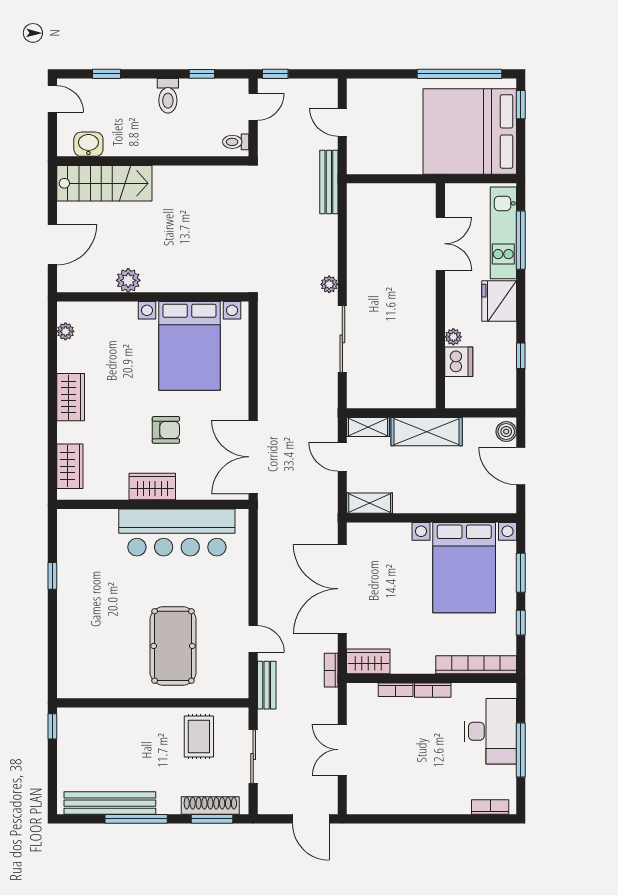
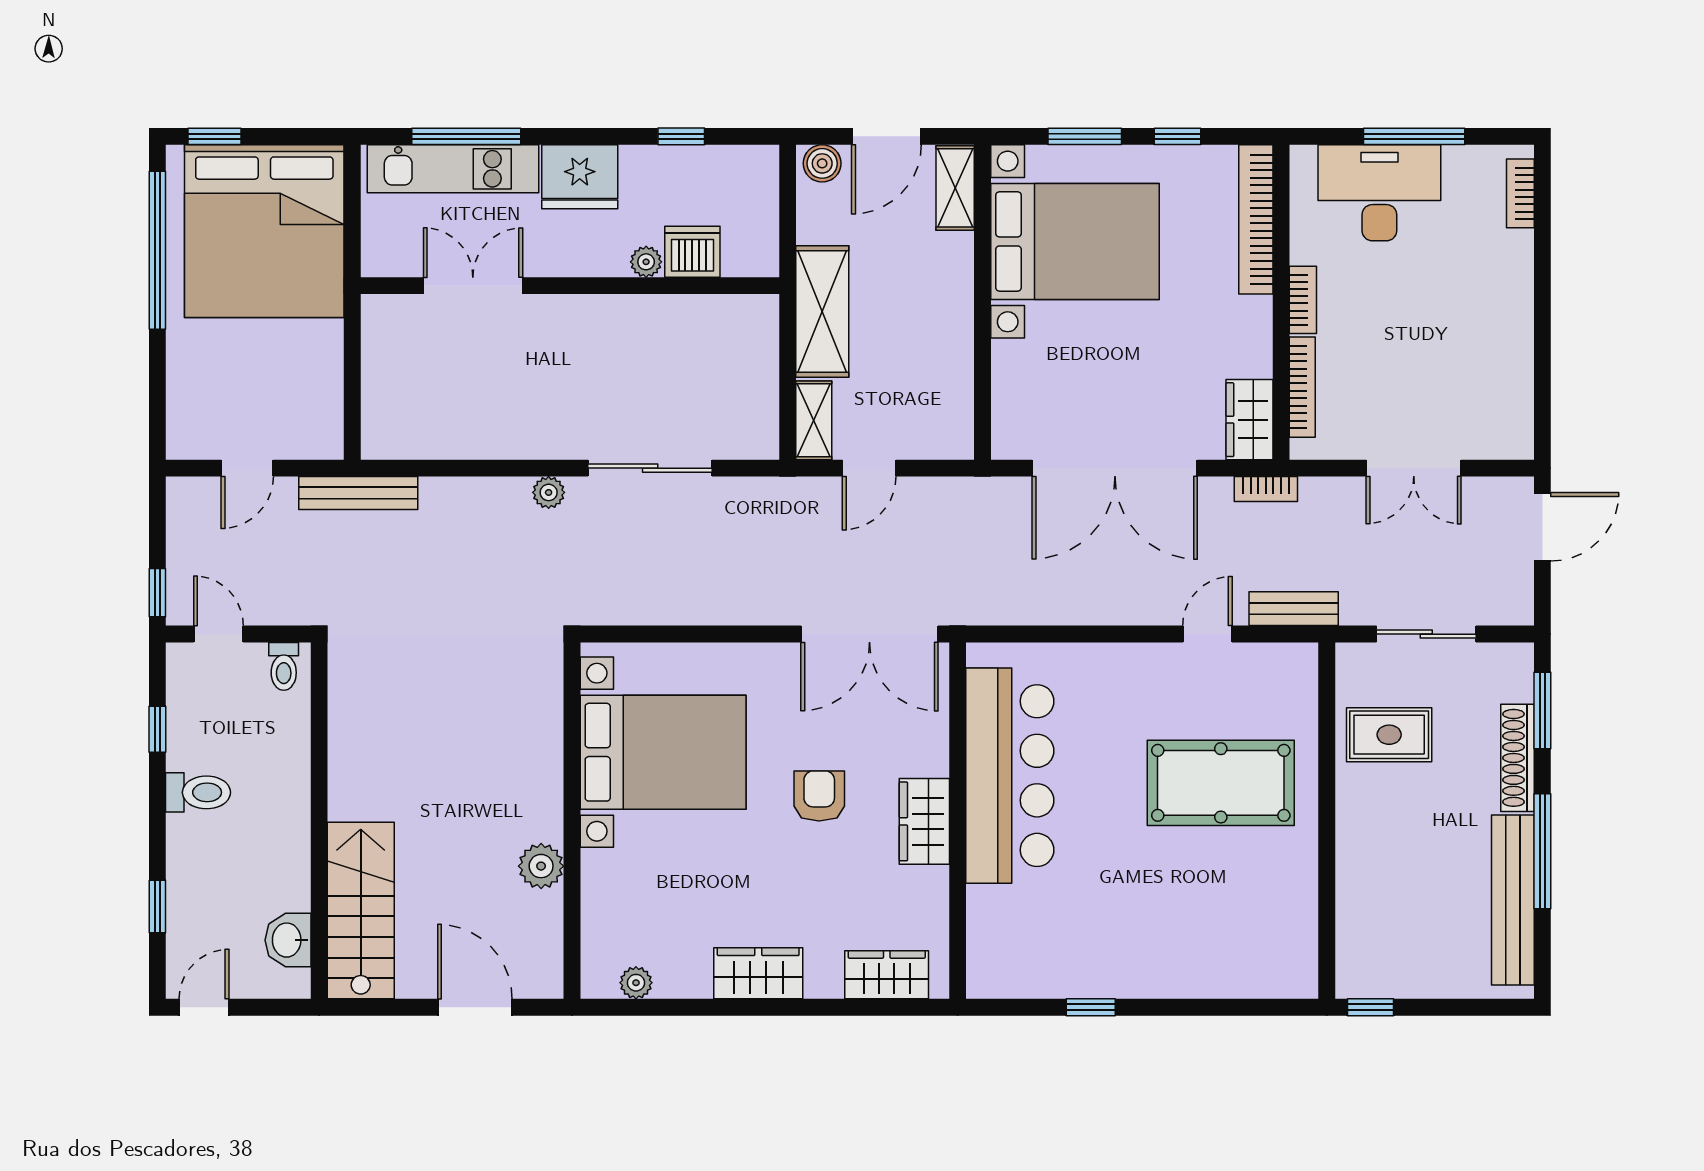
shelving: (370, 503) -> (955, 188), moved
bookcase: (396, 690) -> (1302, 387), width x1.56
shoe rack: (210, 806) -> (1517, 758), moved

